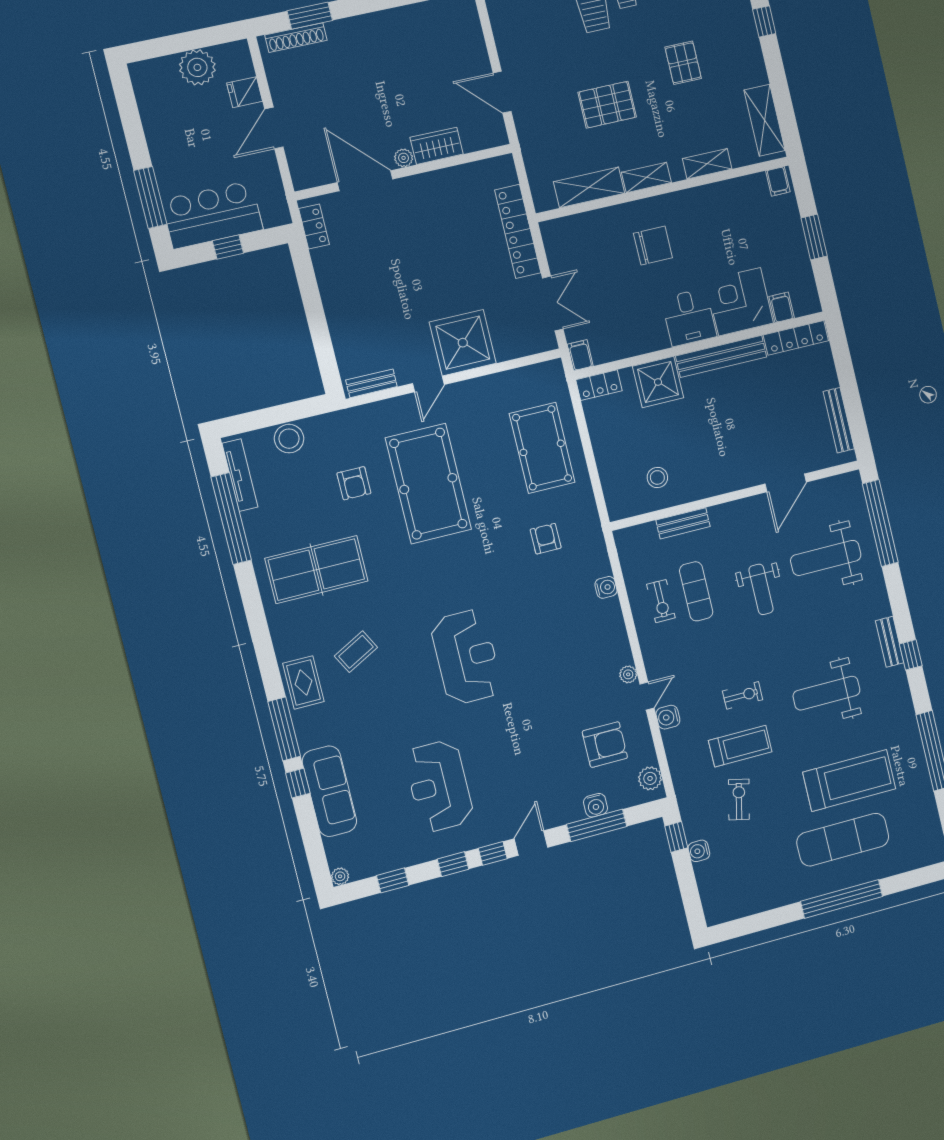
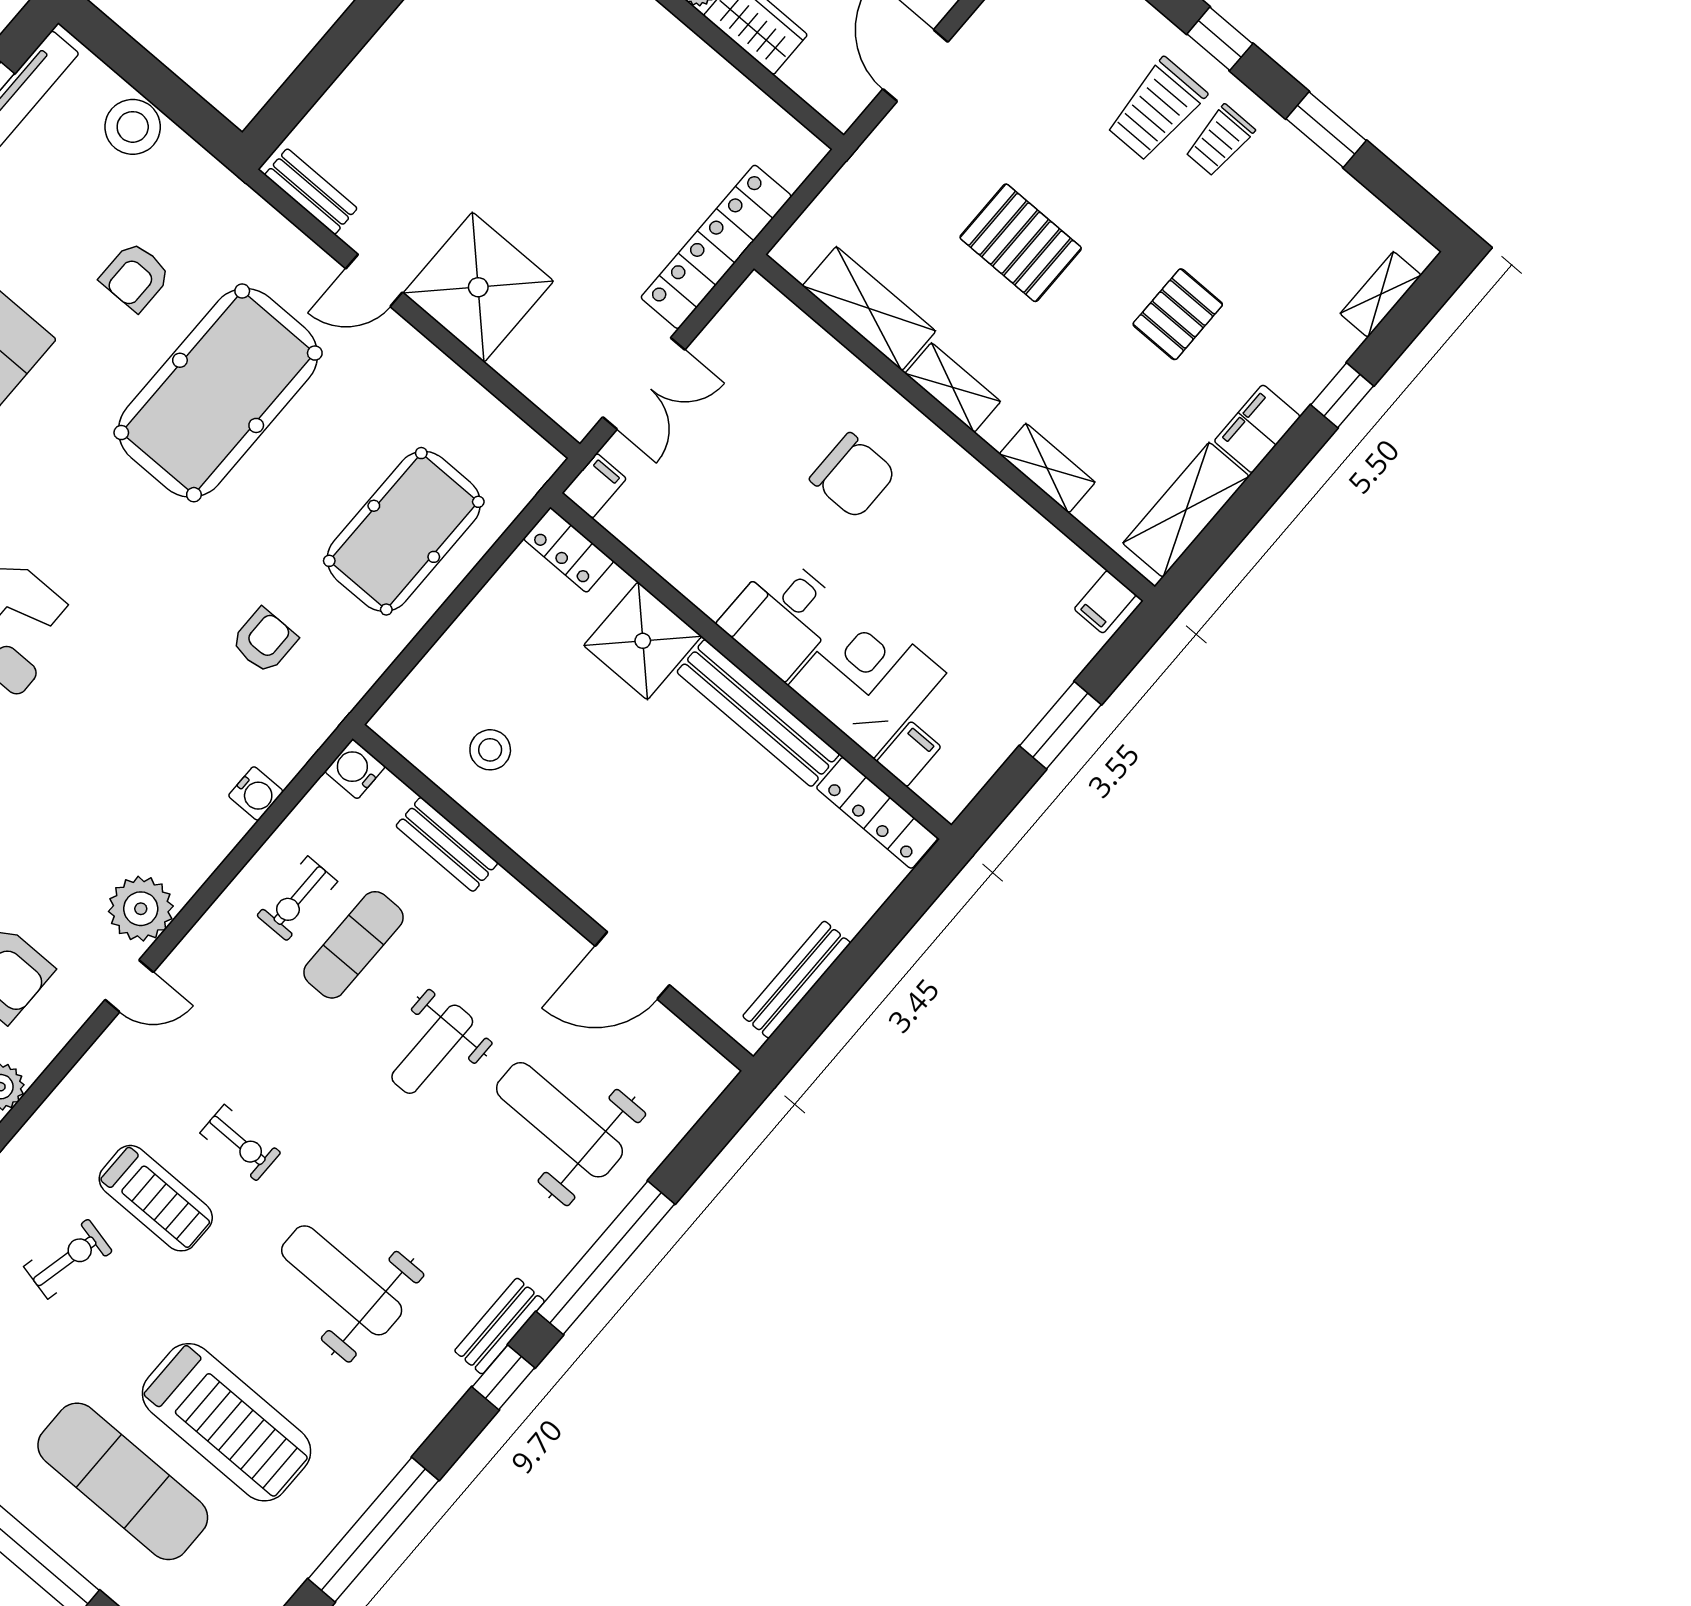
filing cabinet: (753, 66) -> (1257, 429), added
window: (880, 523) -> (606, 1258), moved
plant: (628, 674) -> (141, 909), width x1.87, depth x1.87
water cooler: (668, 717) -> (355, 769), moved

